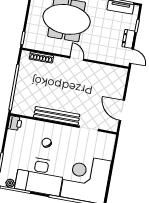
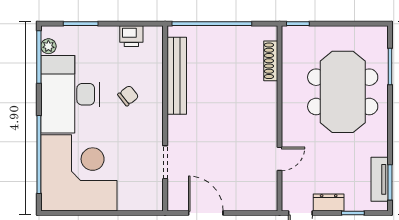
door: (77, 59) -> (280, 159), moved
door: (122, 110) -> (206, 213), hinge flipped
bench: (57, 116) -> (177, 76), moved
printer: (15, 123) -> (131, 36), moved

